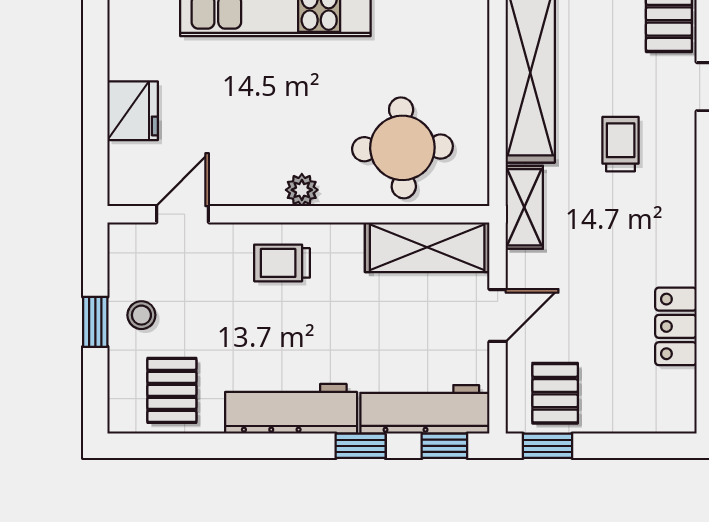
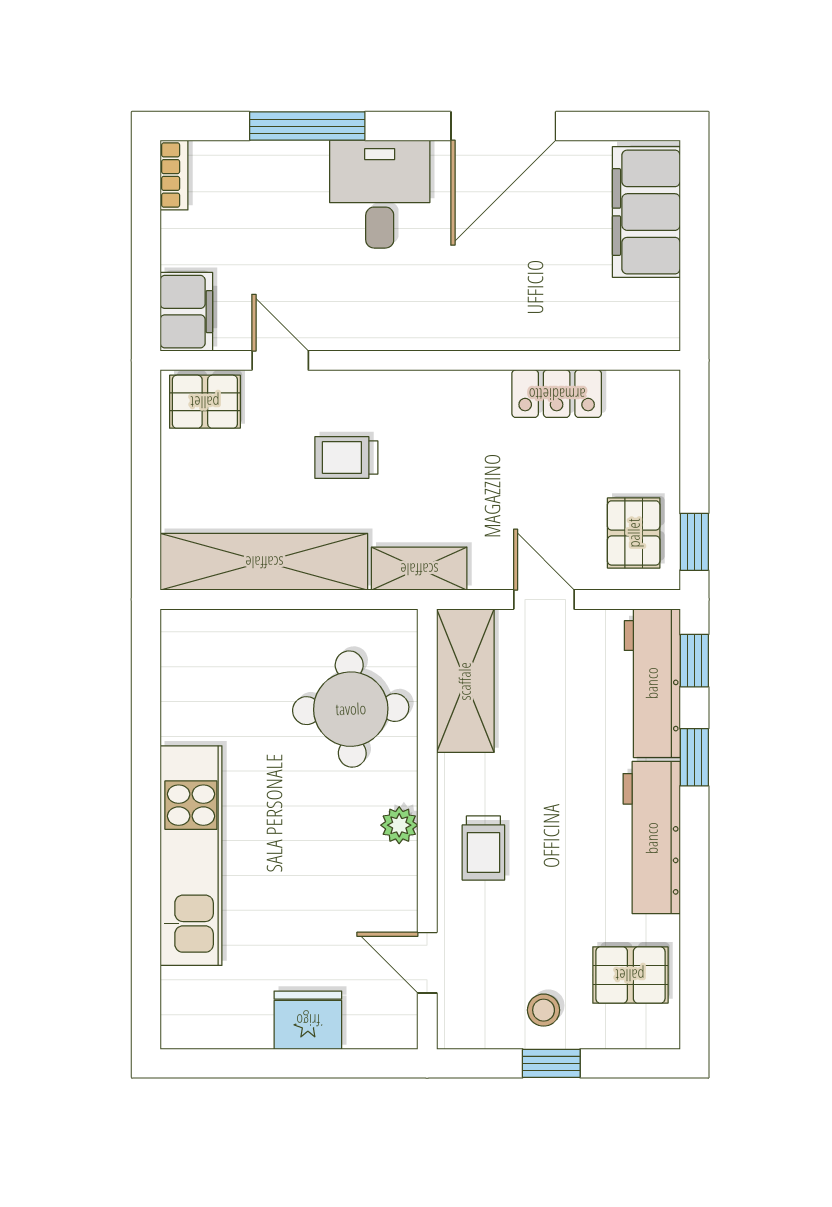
pallet: (555, 393) -> (634, 533), turned 90

